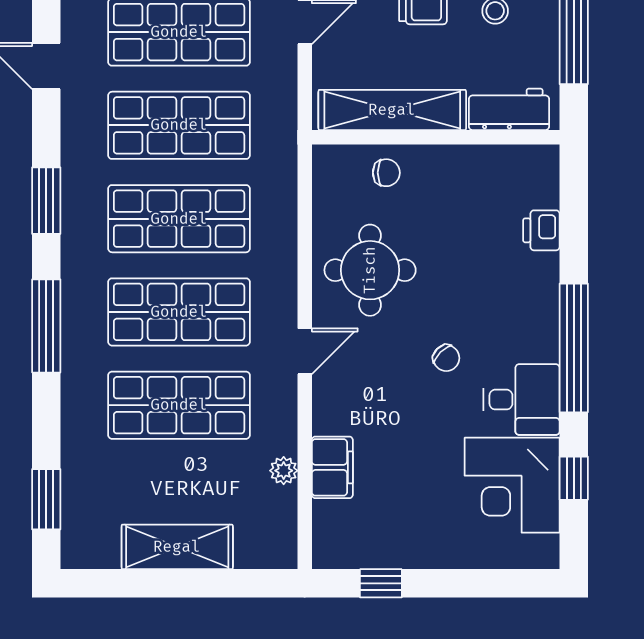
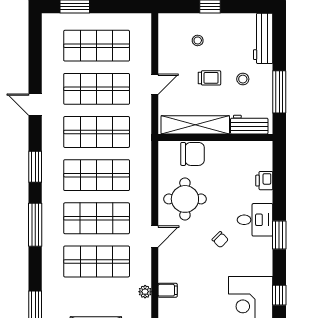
chair: (386, 173) -> (192, 154), width x1.87, depth x1.87
window: (574, 348) -> (279, 235), width x0.47
desk: (521, 400) -> (255, 220), moved
filing cabinet: (332, 467) -> (168, 290), width x0.50

